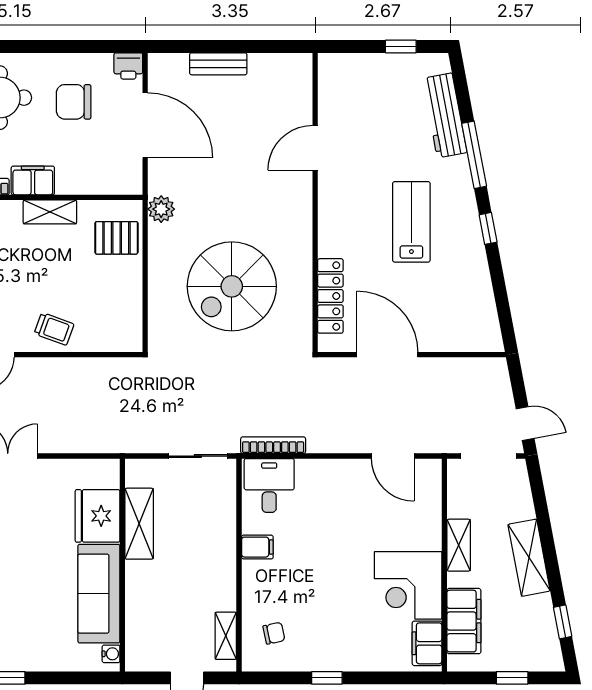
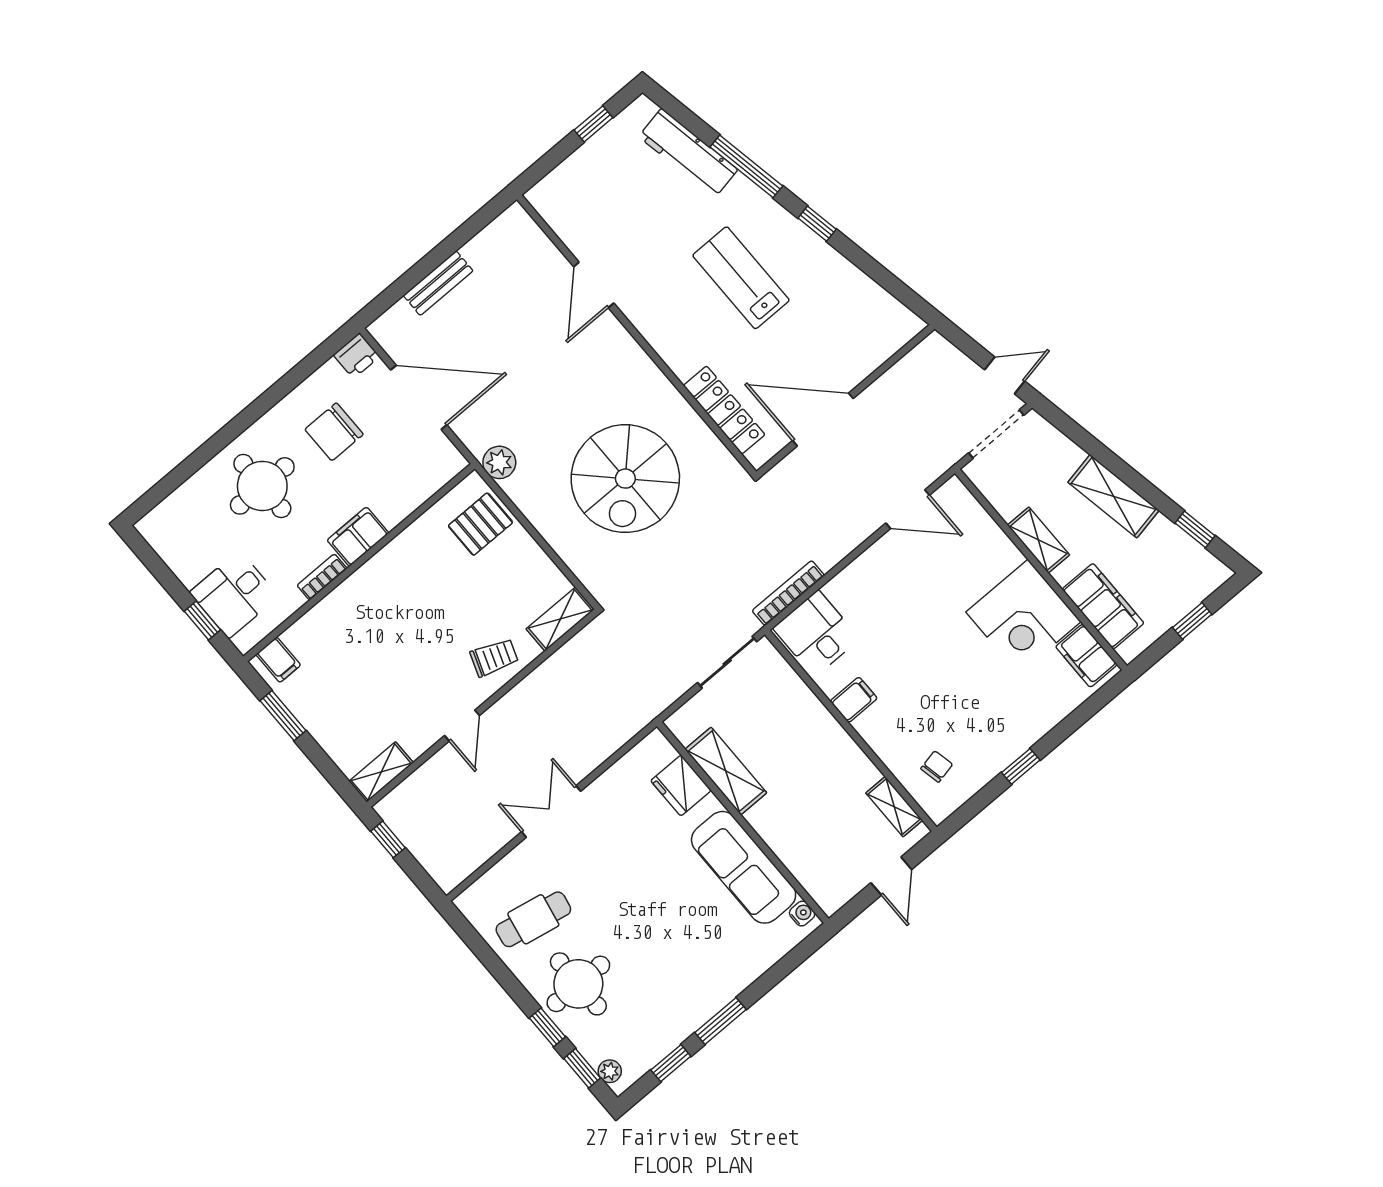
shelving: (50, 212) -> (560, 619), moved
fridge: (98, 516) -> (681, 785), width x0.73, depth x0.75

